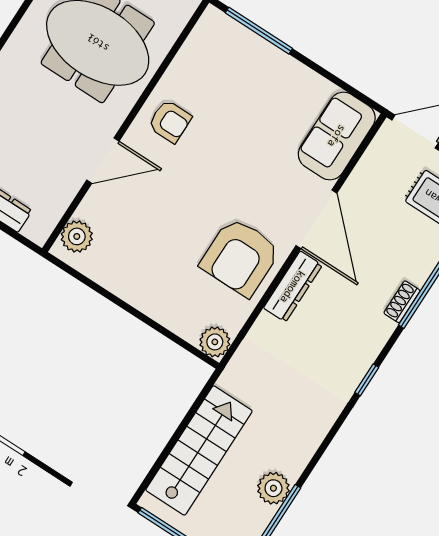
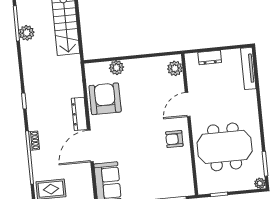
door: (316, 219) -> (90, 146), hinge flipped
armchair: (240, 257) -> (105, 99), moved
plant: (215, 342) -> (116, 68), moved

